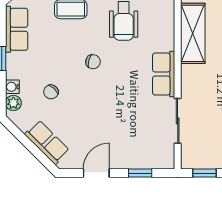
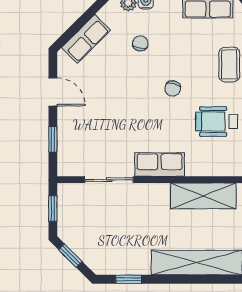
chair: (51, 92) -> (140, 43), turned 59

